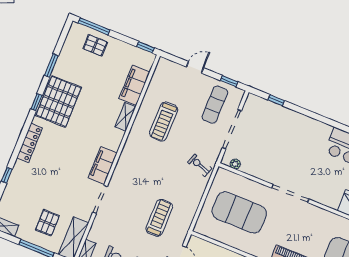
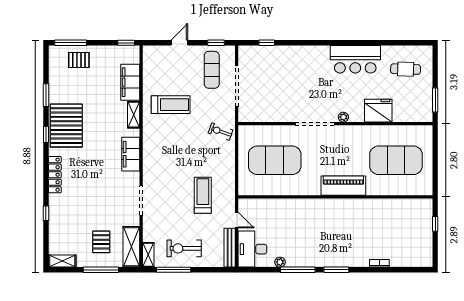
treadmill: (164, 121) -> (171, 105), turned -90
plant: (235, 164) -> (343, 117), moved
filing cabinet: (103, 165) -> (131, 154), moved

